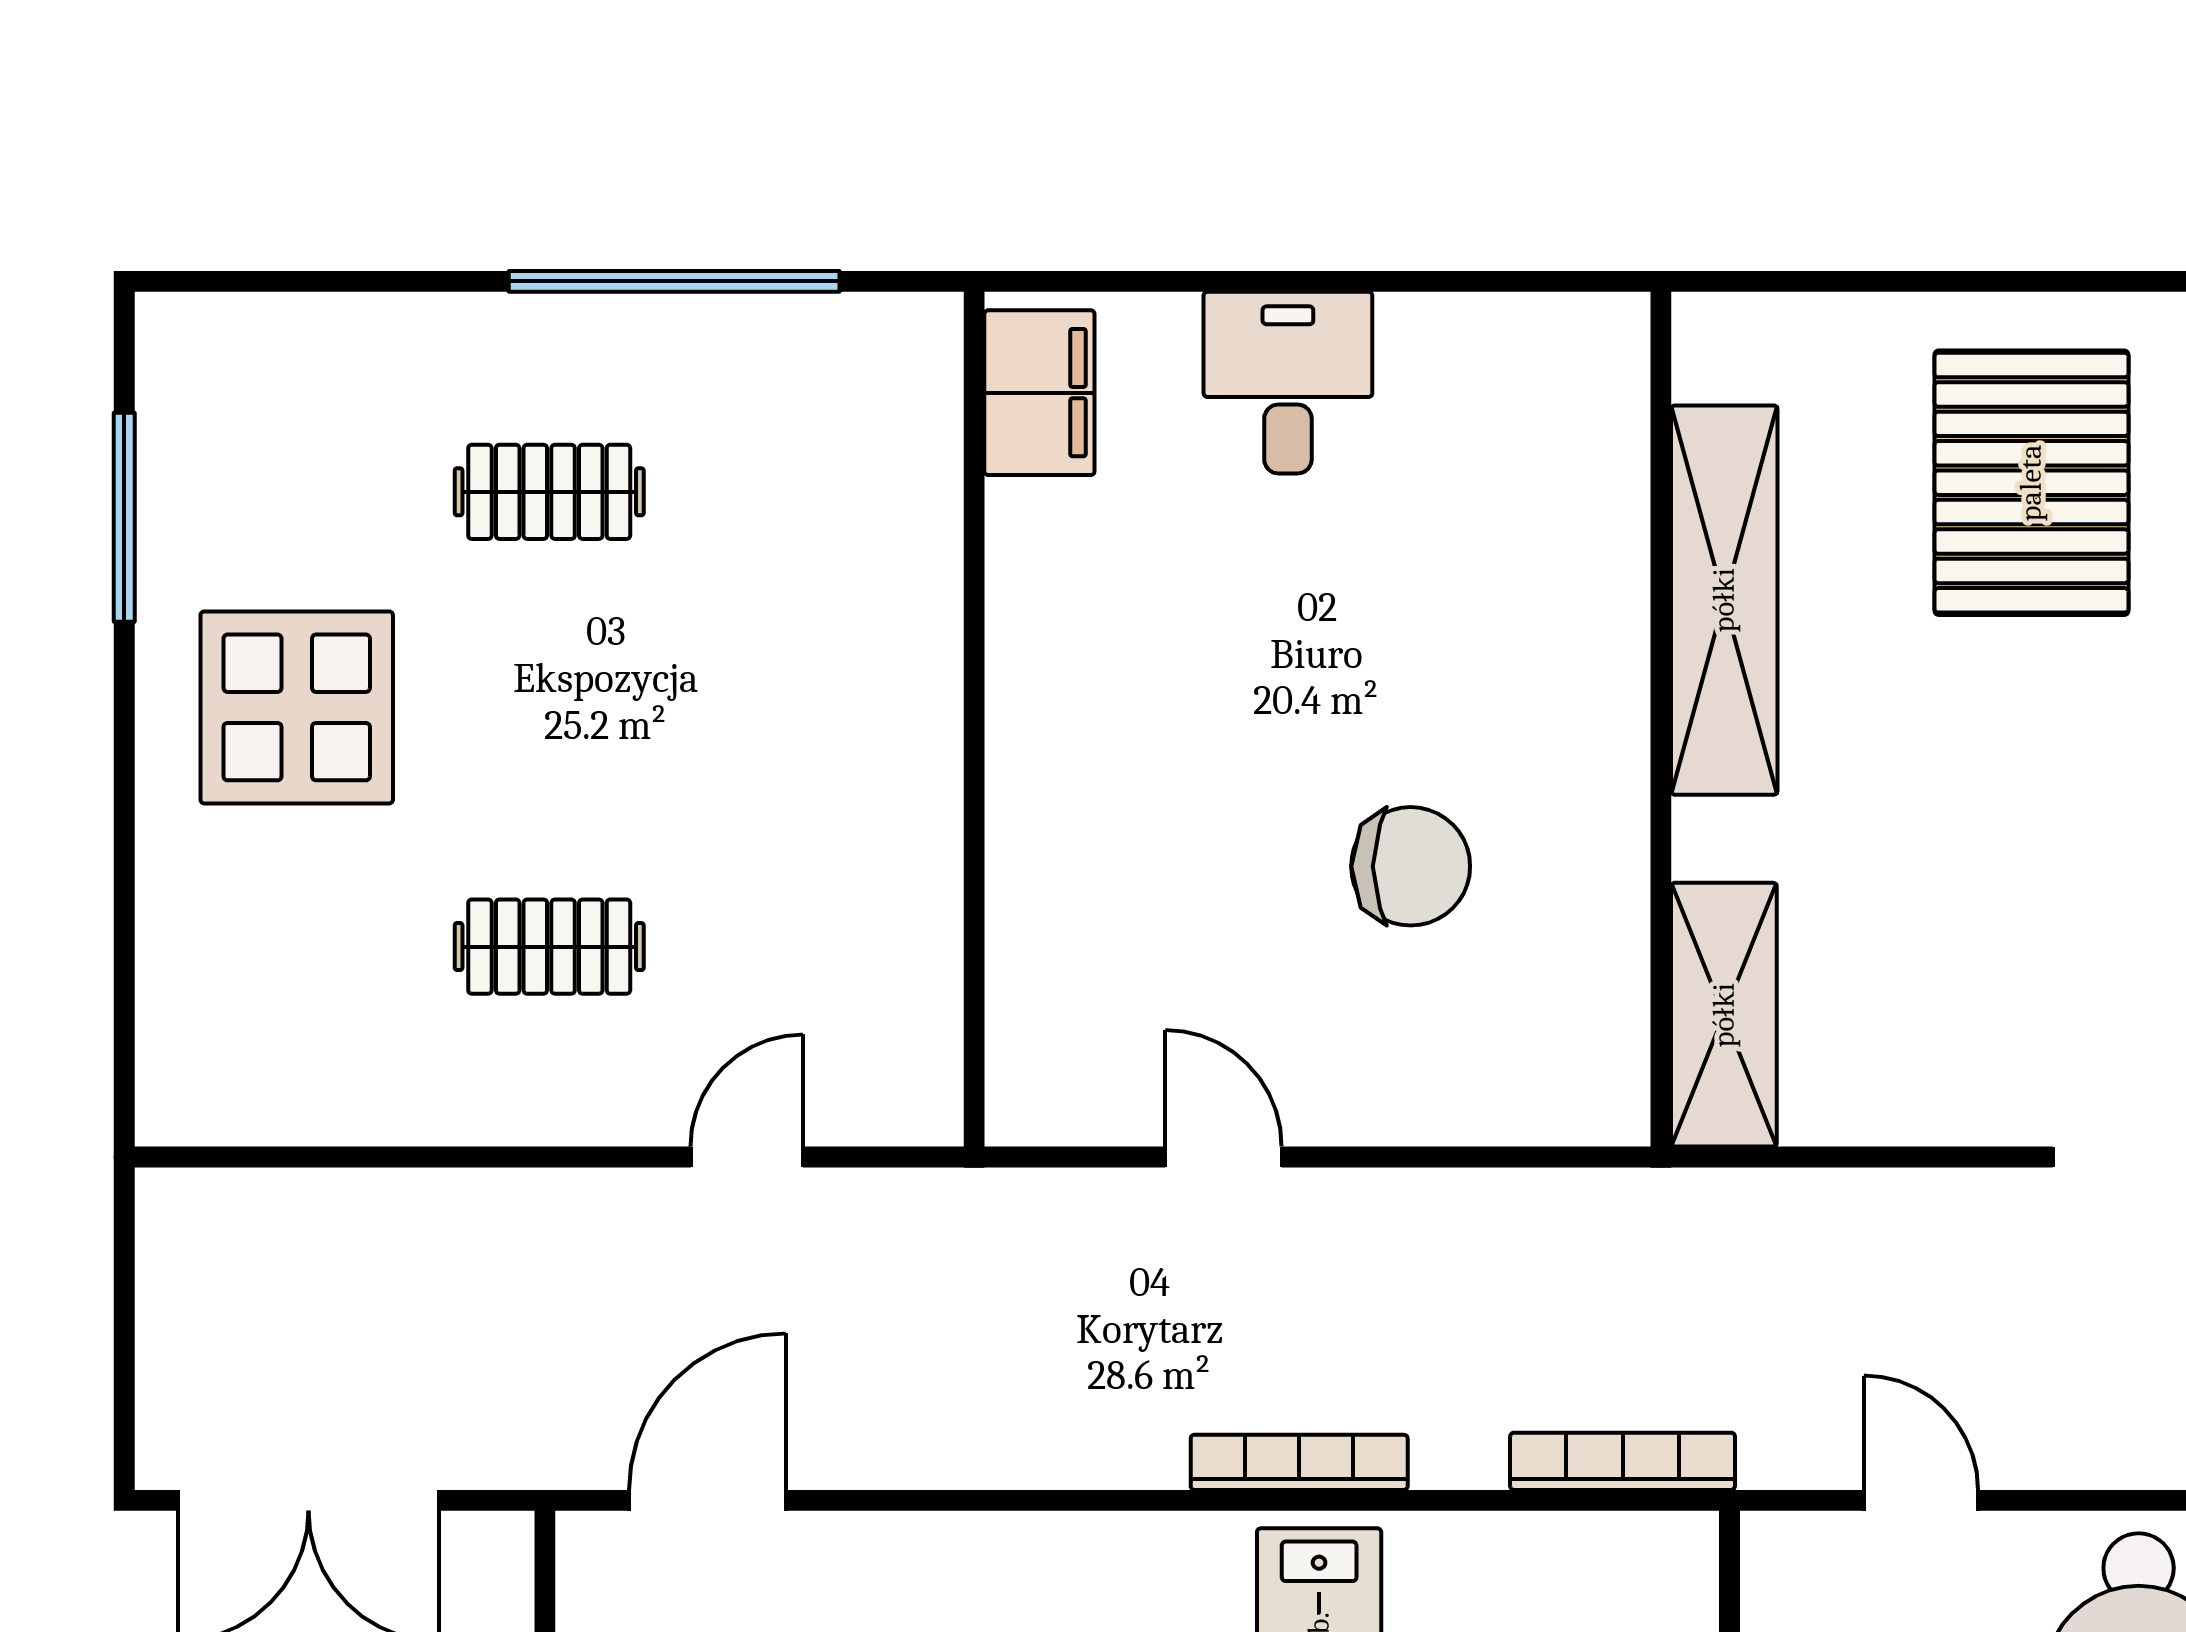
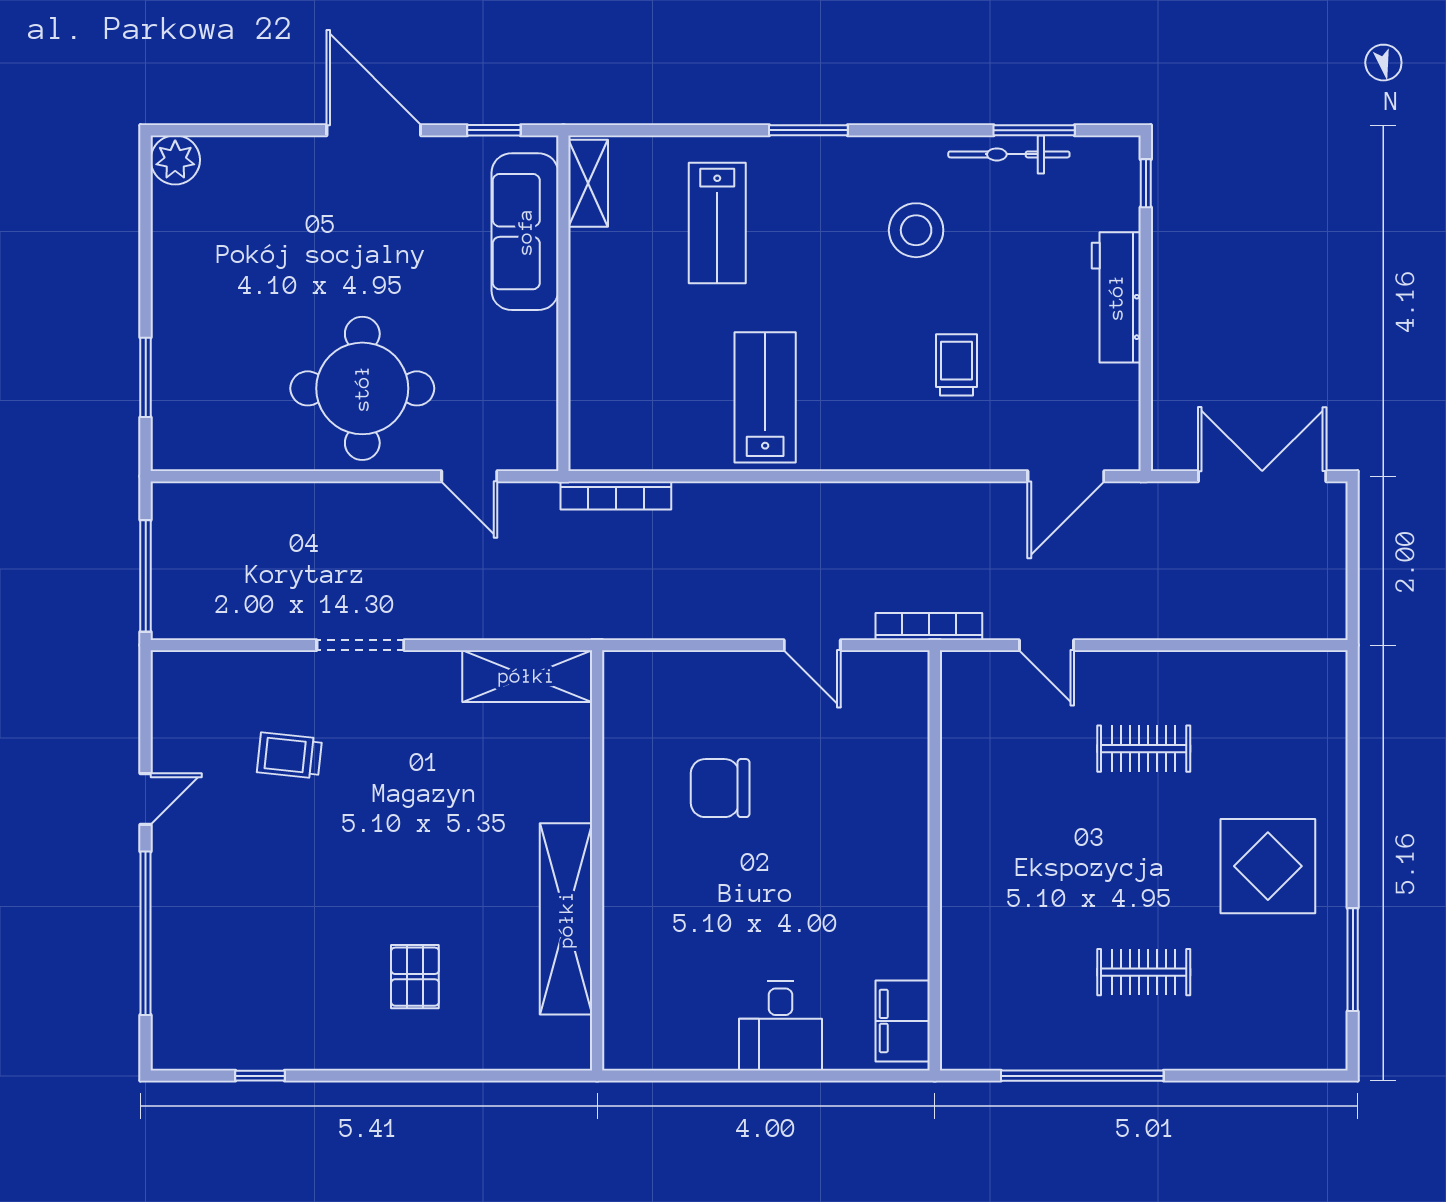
pallet: (2031, 483) -> (415, 977), width x0.49, depth x0.50
shelving: (1724, 1015) -> (527, 676), moved, turned 90
door: (747, 1157) -> (1047, 645), hinge flipped
bookcase: (1299, 1462) -> (929, 626), moved, turned 180

